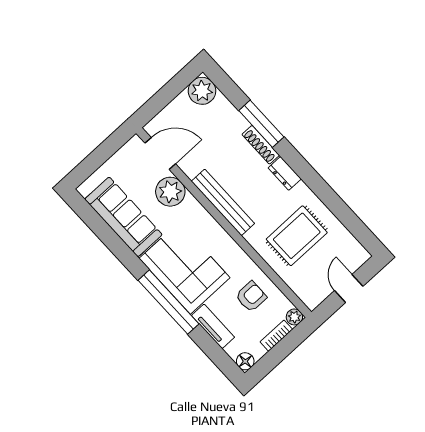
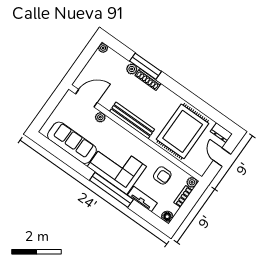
plant: (202, 91) -> (103, 48), width x0.53, depth x0.53
plant: (239, 123) -> (132, 69), added
dresser: (285, 173) -> (221, 133), moved
plant: (170, 192) -> (100, 117), width x0.53, depth x0.53
rug: (297, 236) -> (183, 131), width x1.37, depth x1.44
armchair: (251, 297) -> (162, 175), turned 90

